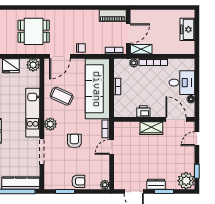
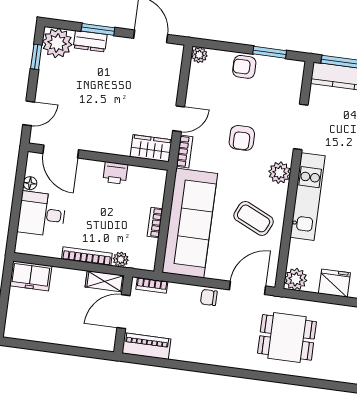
freezer: (187, 29) -> (31, 276), moved, turned 90
wardrobe: (151, 128) -> (151, 148), moved
dresser: (156, 184) -> (90, 41), moved

